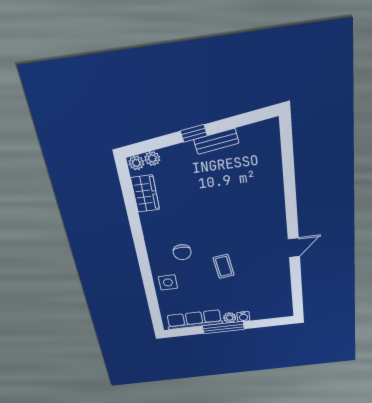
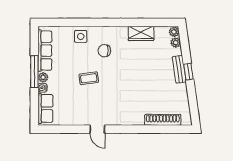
bench: (216, 141) -> (179, 69), moved
shoe rack: (273, 162) -> (163, 120), added
wardrobe: (145, 194) -> (141, 33), moved
row of seats: (270, 311) -> (45, 108), added

